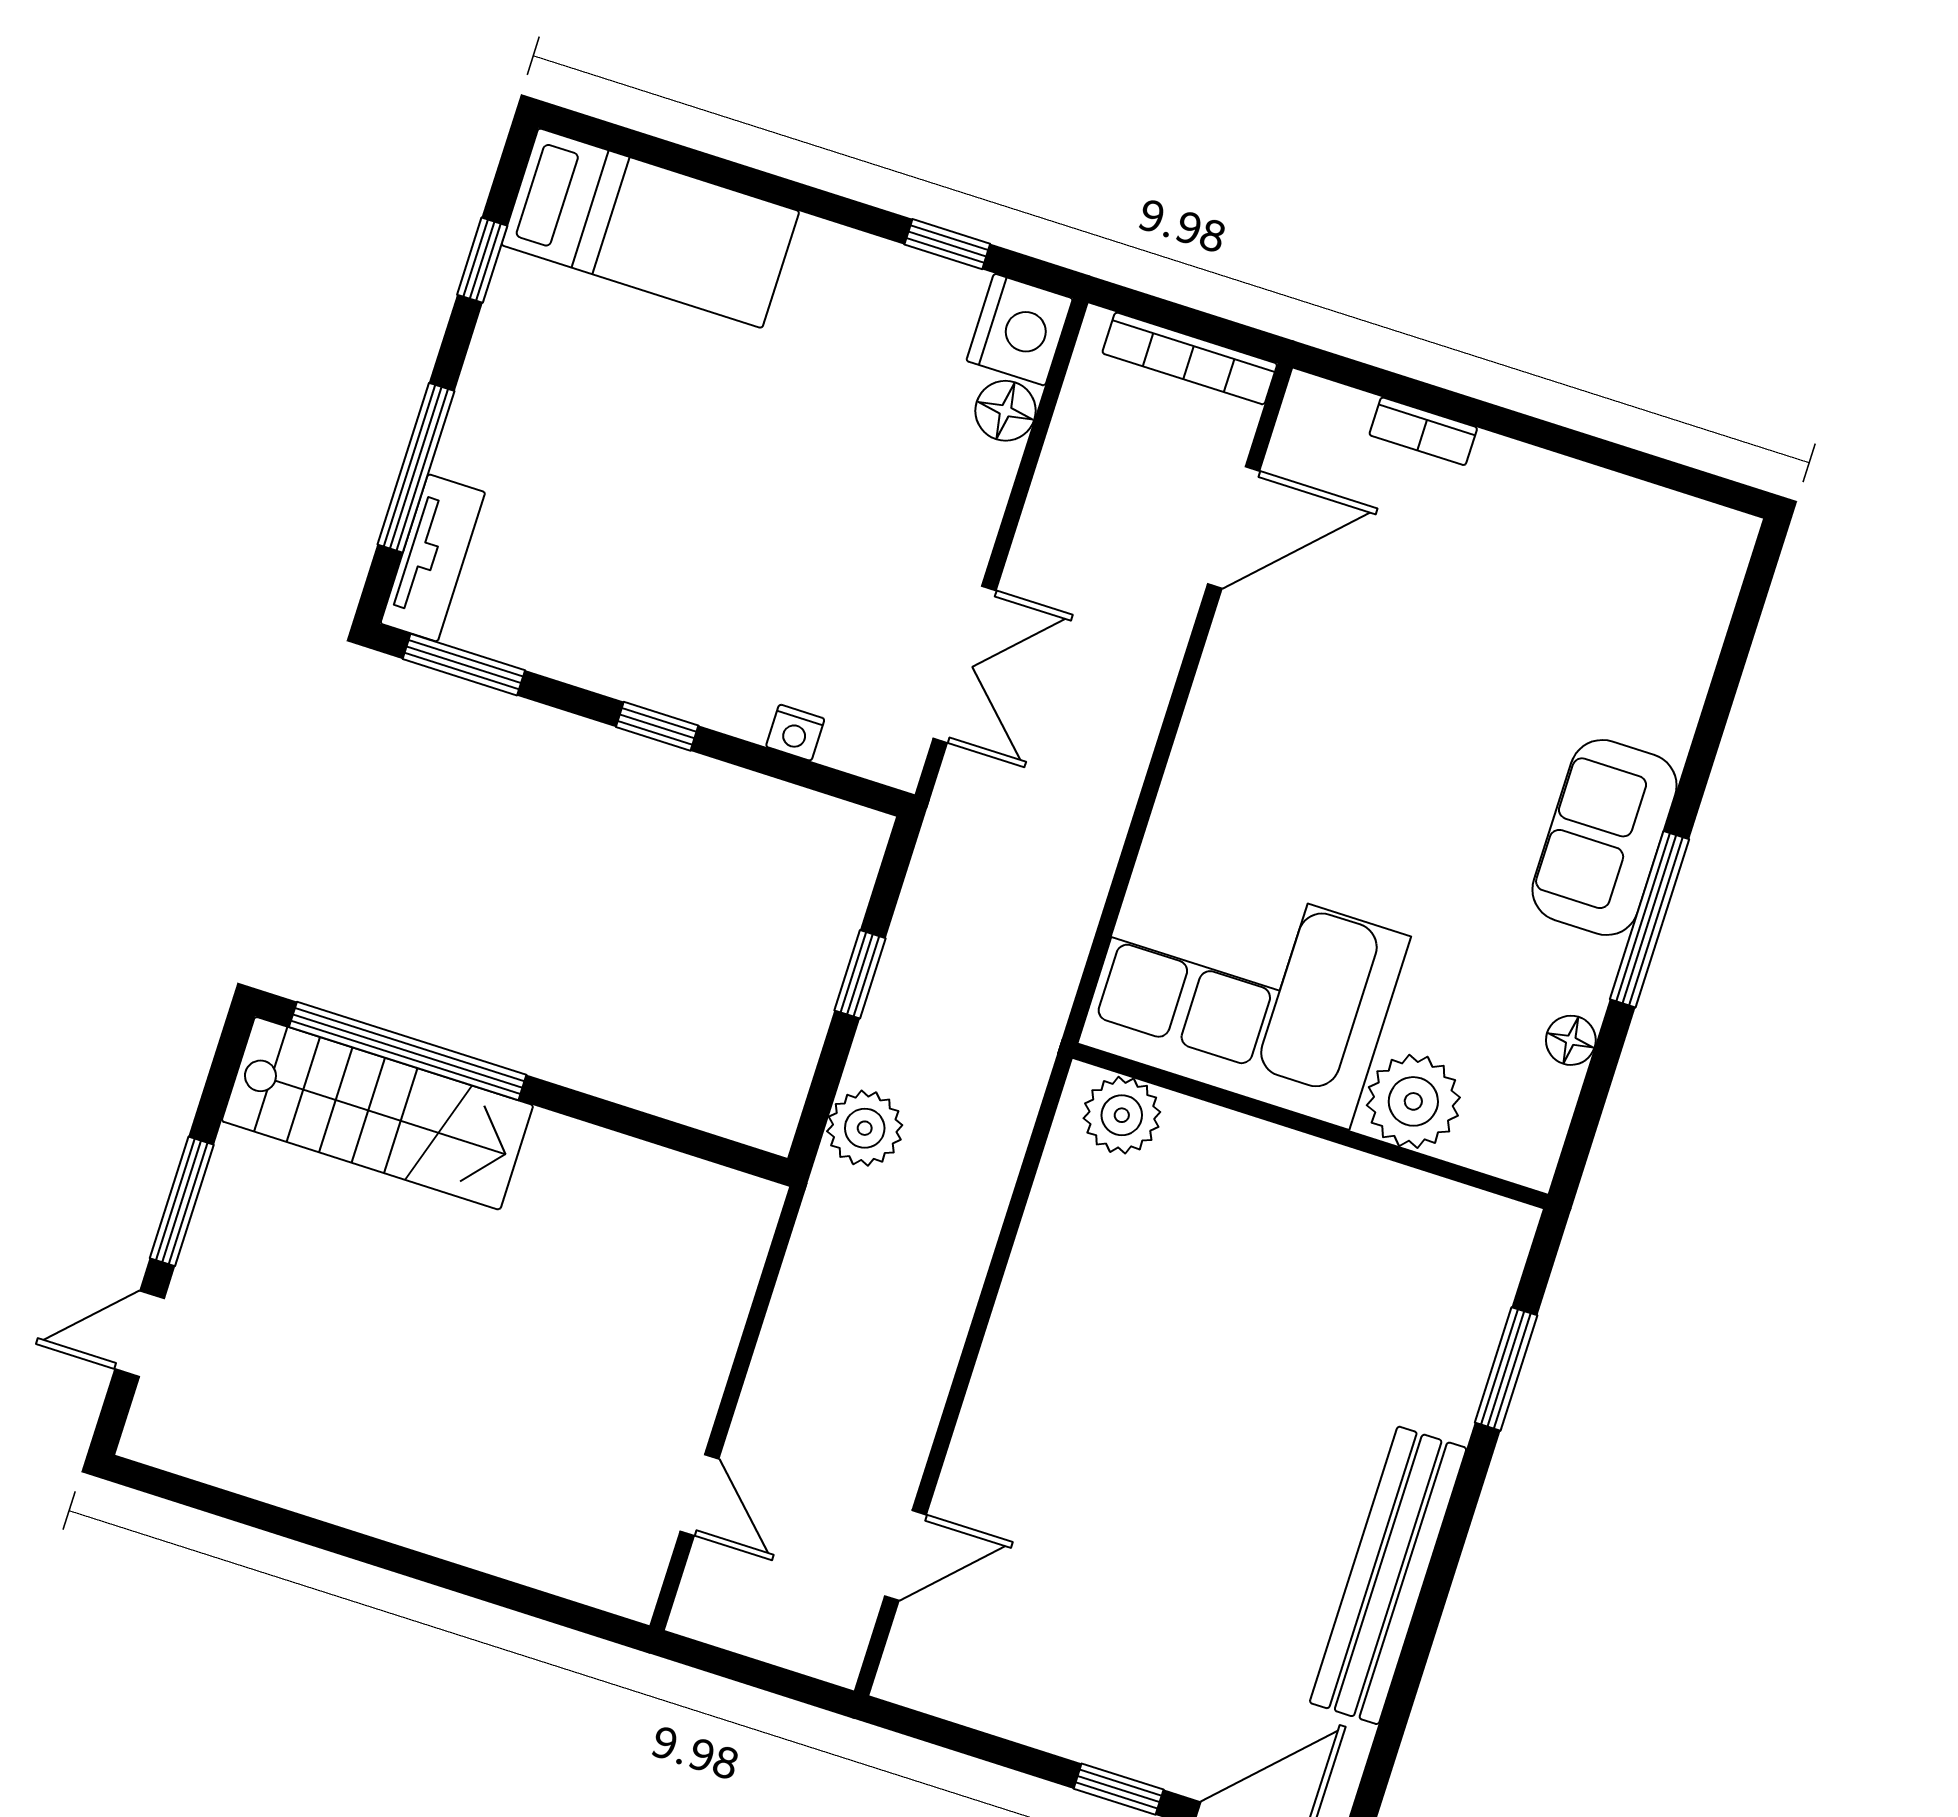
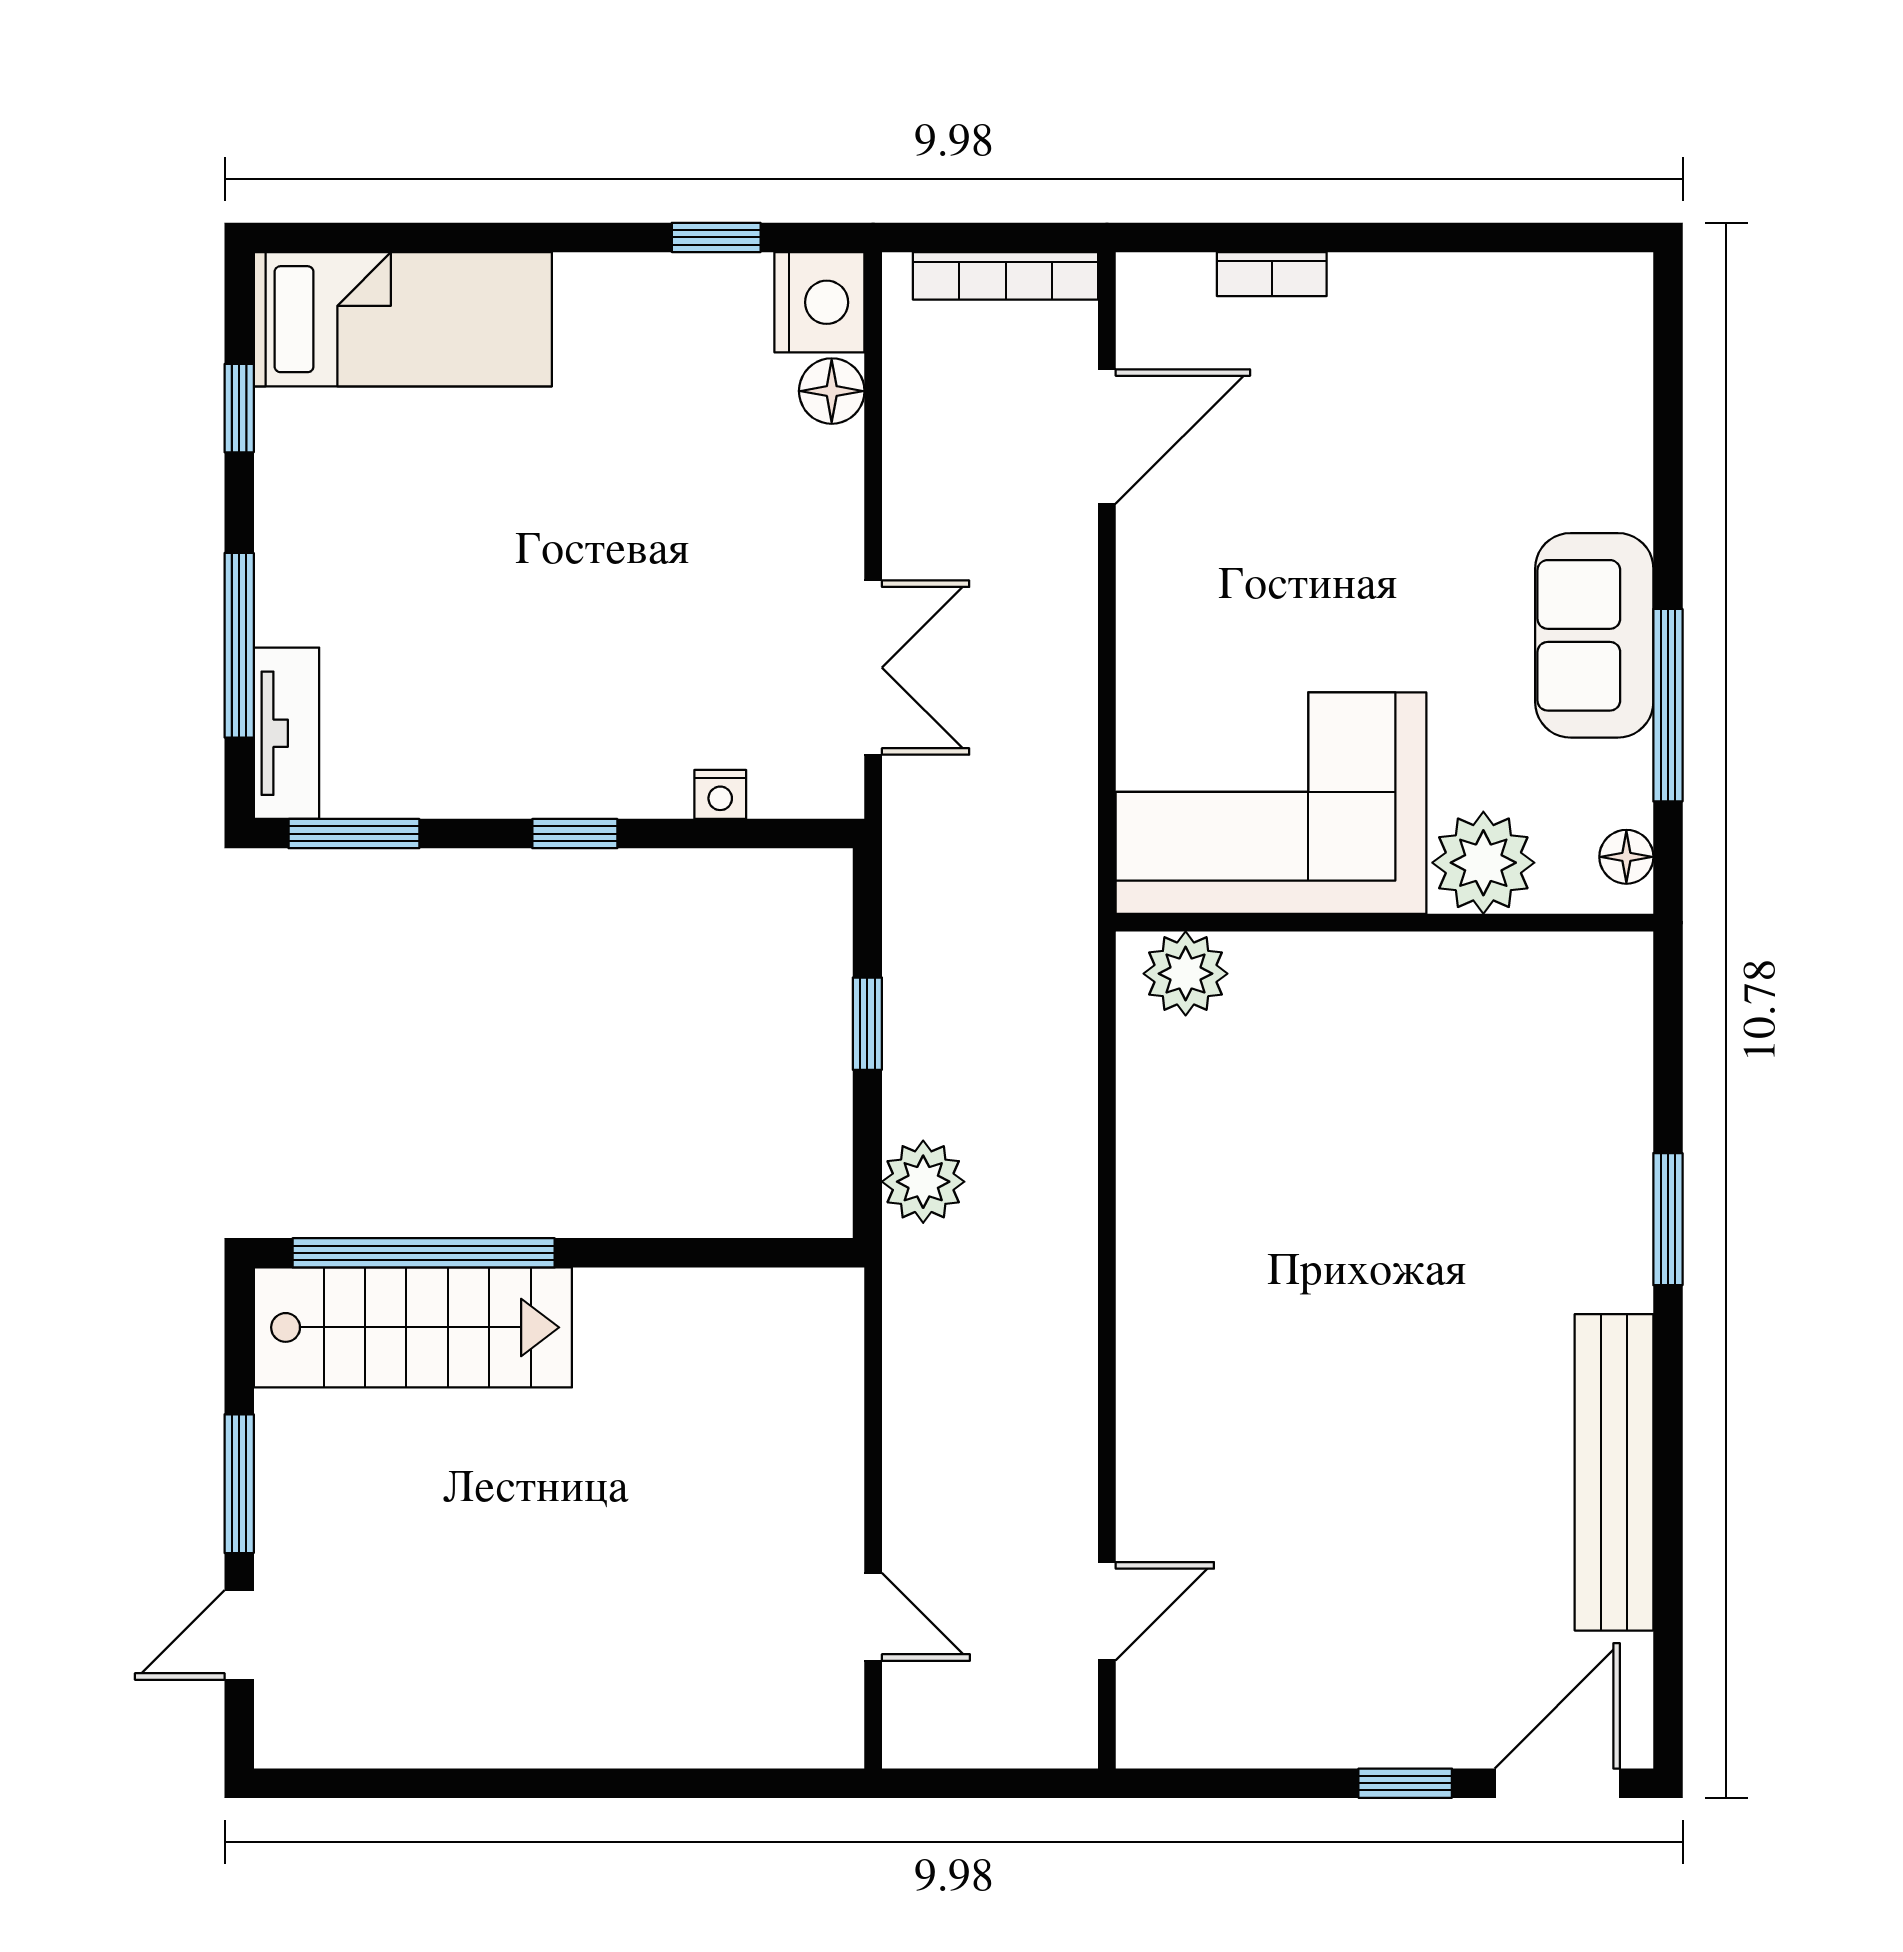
corner sofa: (1244, 990) -> (1271, 803), moved
plant: (1413, 1101) -> (1483, 863), moved
plant: (1122, 1115) -> (1186, 974), moved
wall: (1310, 1126) -> (1385, 923), moved

